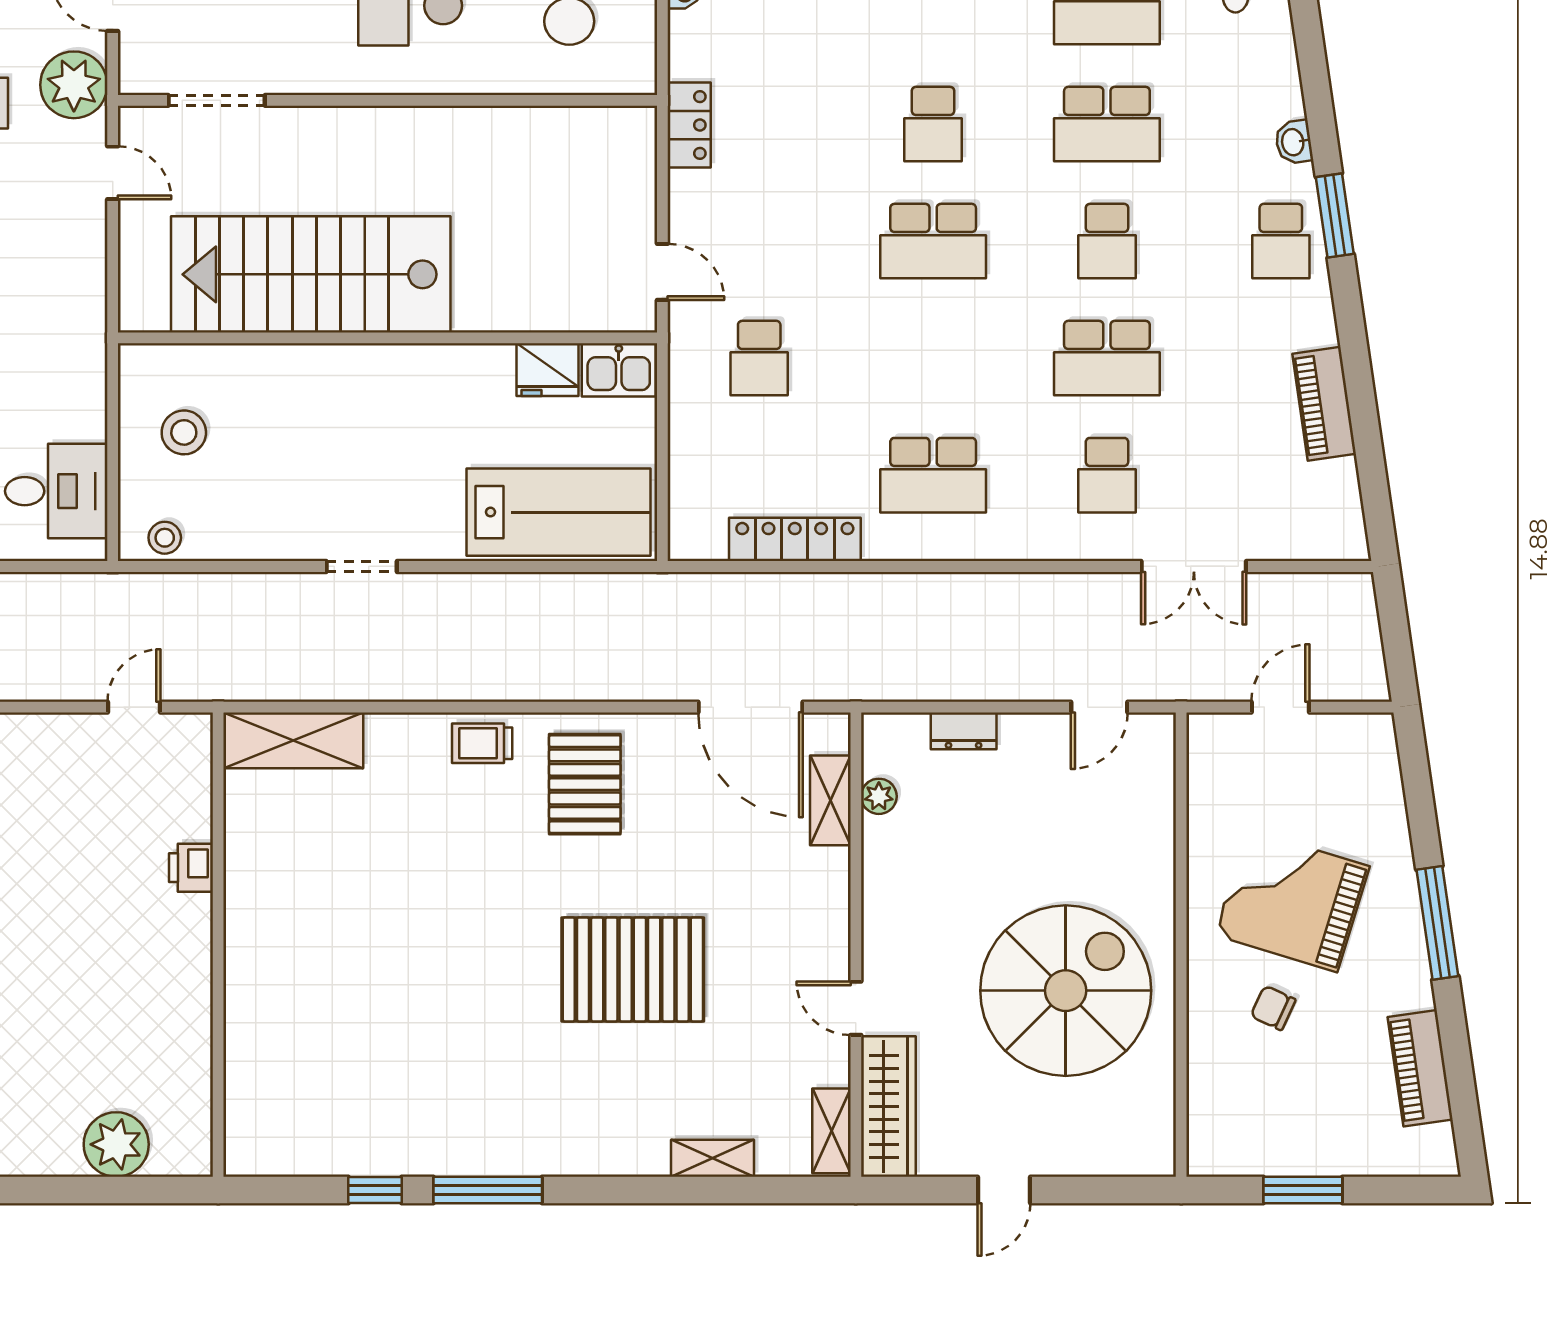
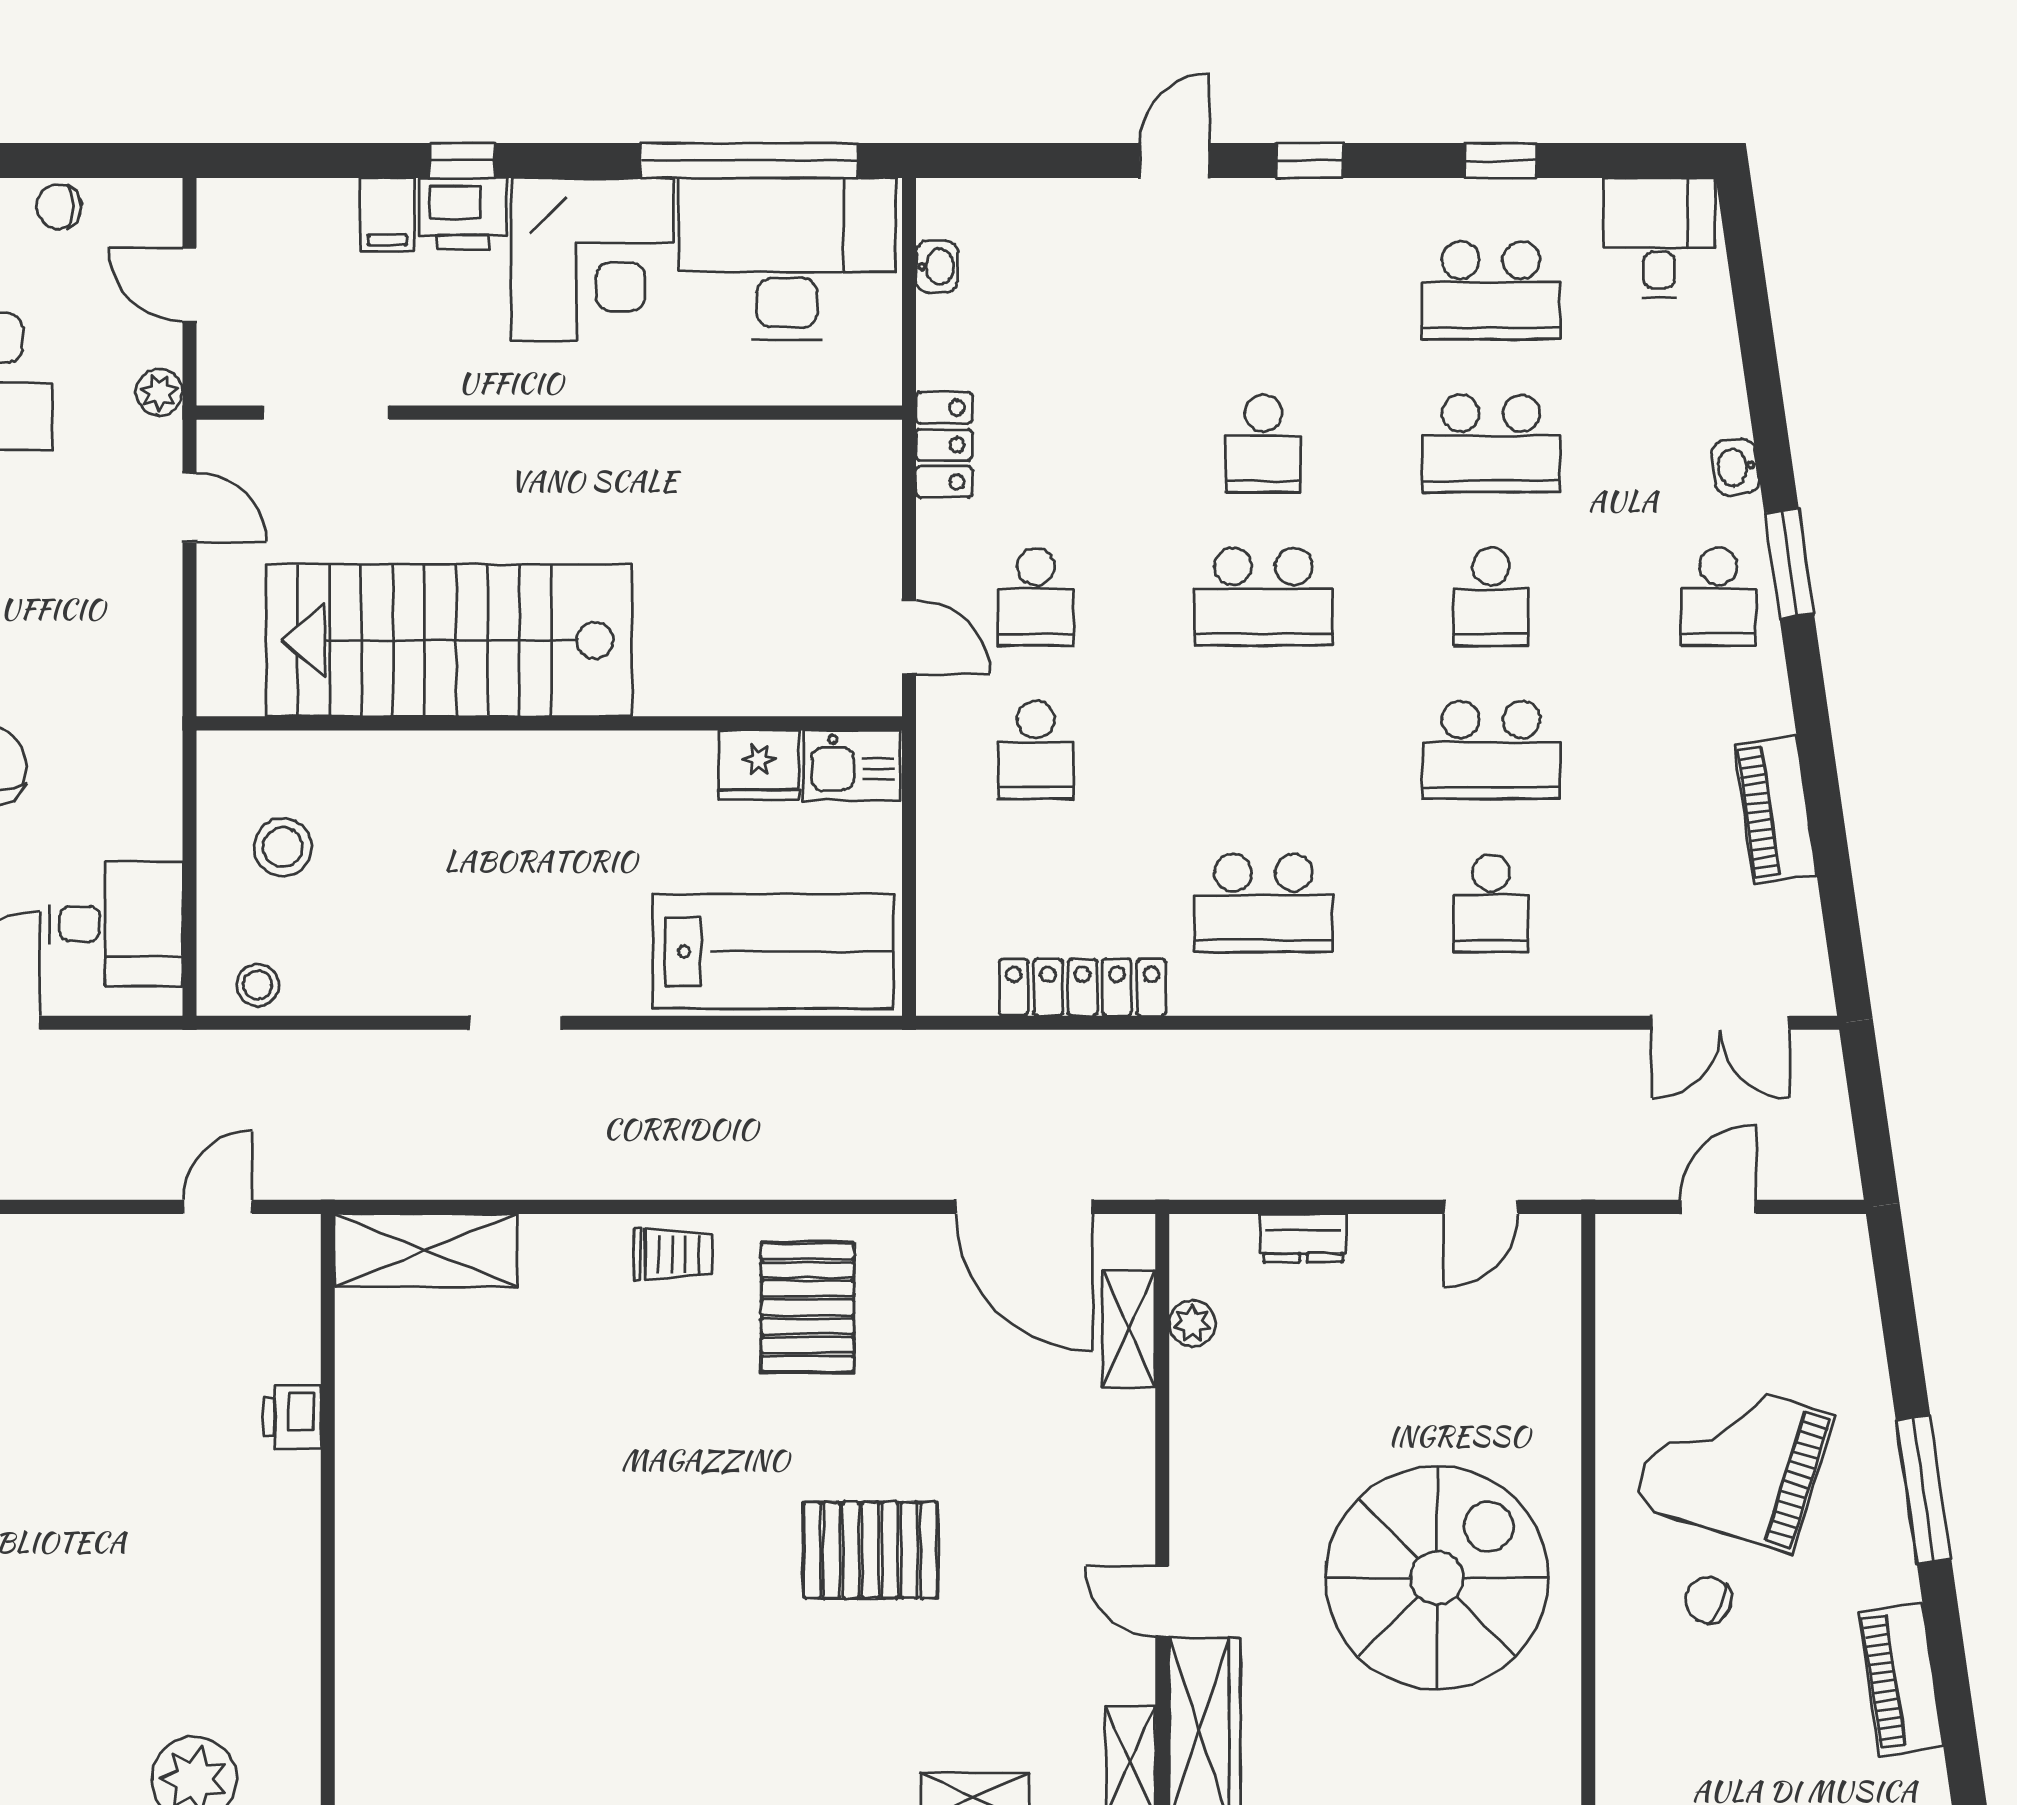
plant: (74, 85) -> (159, 392), width x0.53, depth x0.53
school desk: (759, 241) -> (1036, 597), added
double door: (1194, 566) -> (1720, 1023), moved
trolley: (482, 743) -> (673, 1254), turned 180
pallet: (633, 969) -> (870, 1550), width x0.73, depth x0.71

